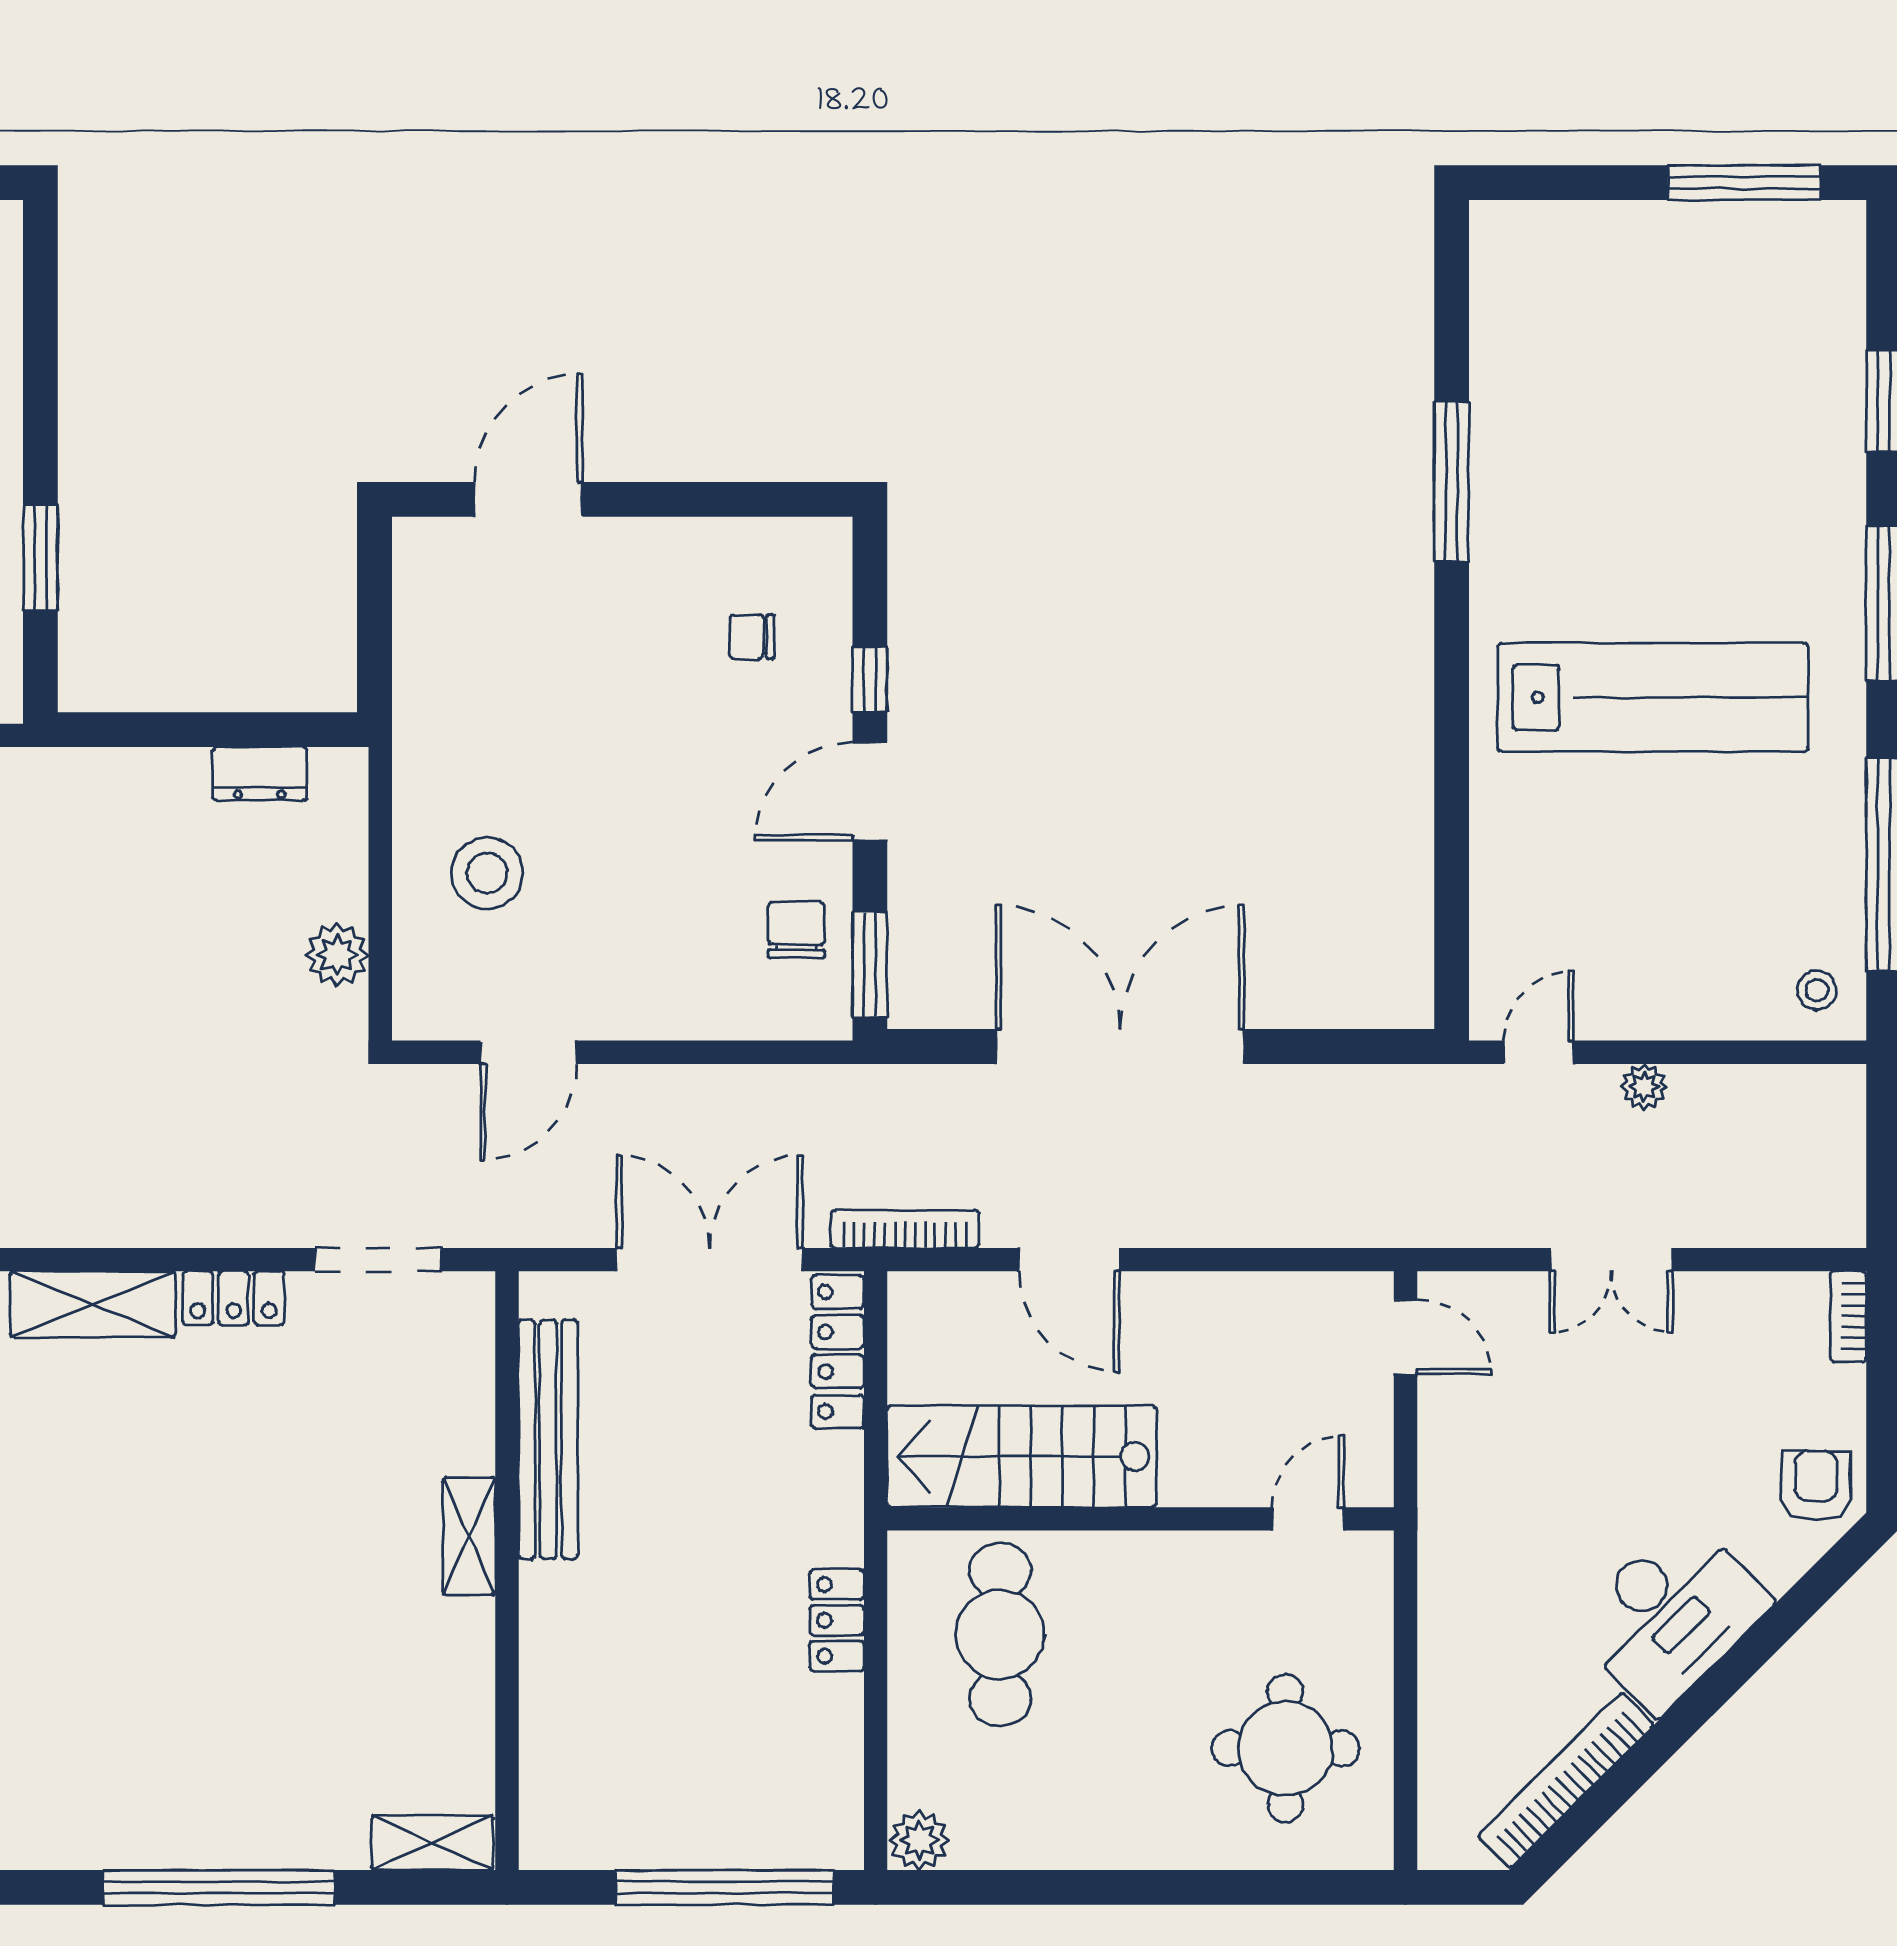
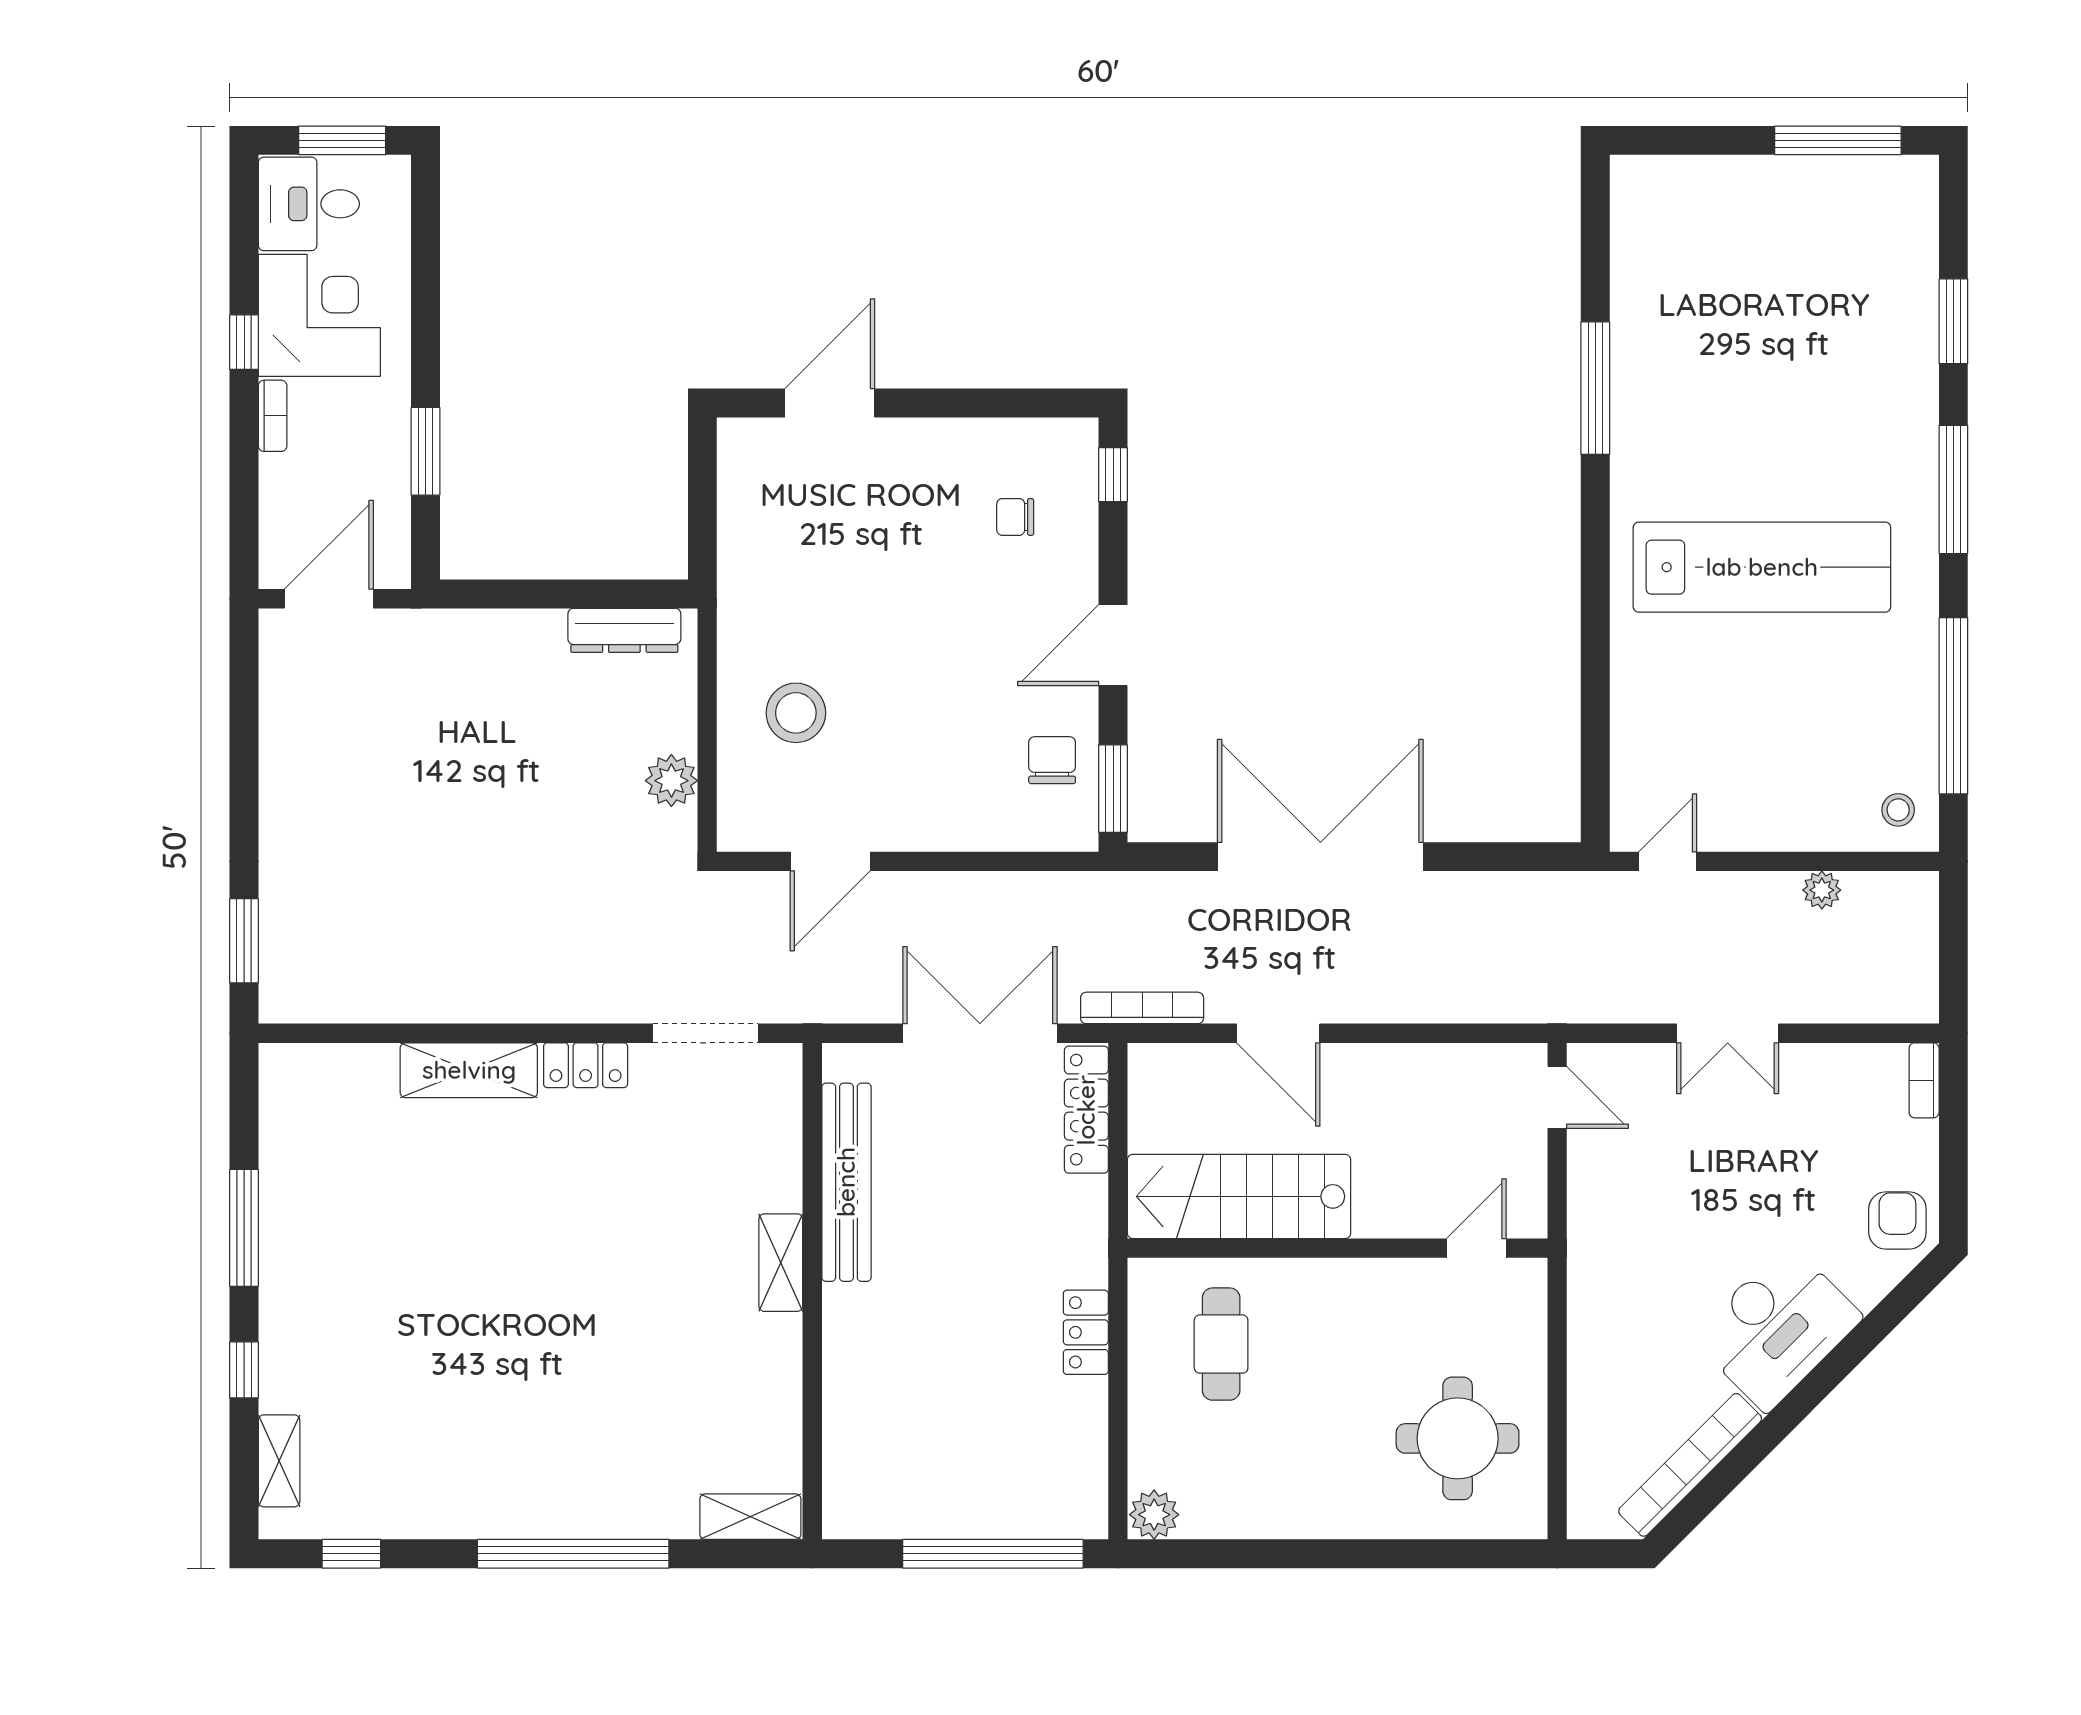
window: (870, 679) -> (1113, 475), moved
dresser: (260, 774) -> (624, 630), width x1.44
plant: (1644, 1087) -> (1822, 890), moved
cafe table: (1000, 1635) -> (1221, 1344), width x0.73, depth x0.74

